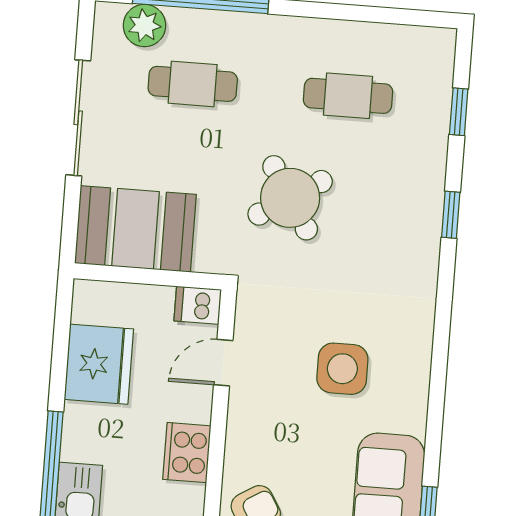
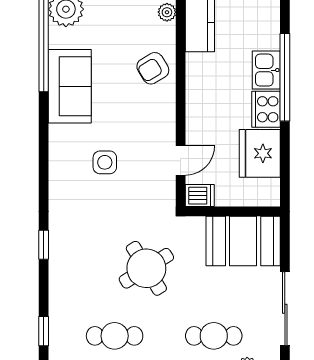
window: (451, 215) -> (44, 245), moved
side table: (342, 369) -> (105, 162), width x0.73, depth x0.73
cooker: (187, 453) -> (266, 109), moved, turned 180

